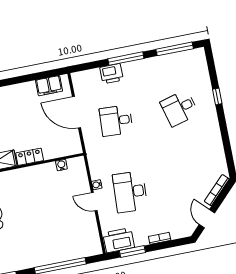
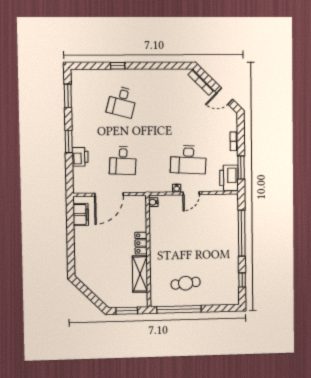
window: (175, 49) -> (68, 96), width x0.69
window: (126, 59) -> (69, 141), width x0.69
desk: (179, 108) -> (122, 102), turned 30
water cooler: (61, 165) -> (153, 202), moved

